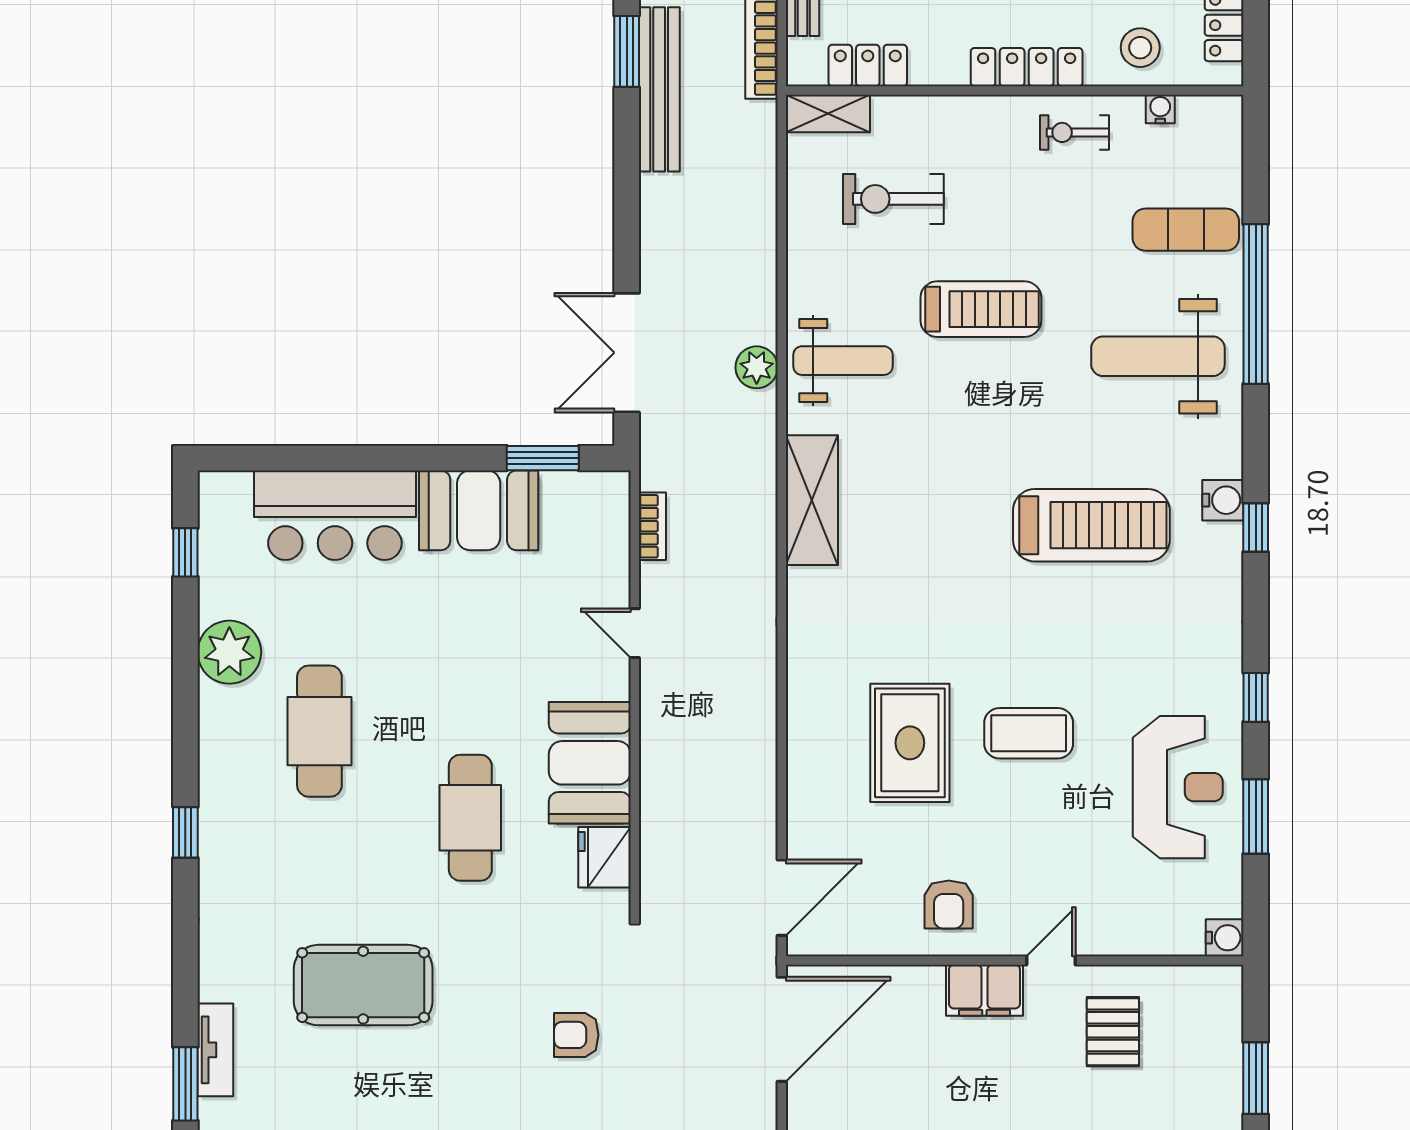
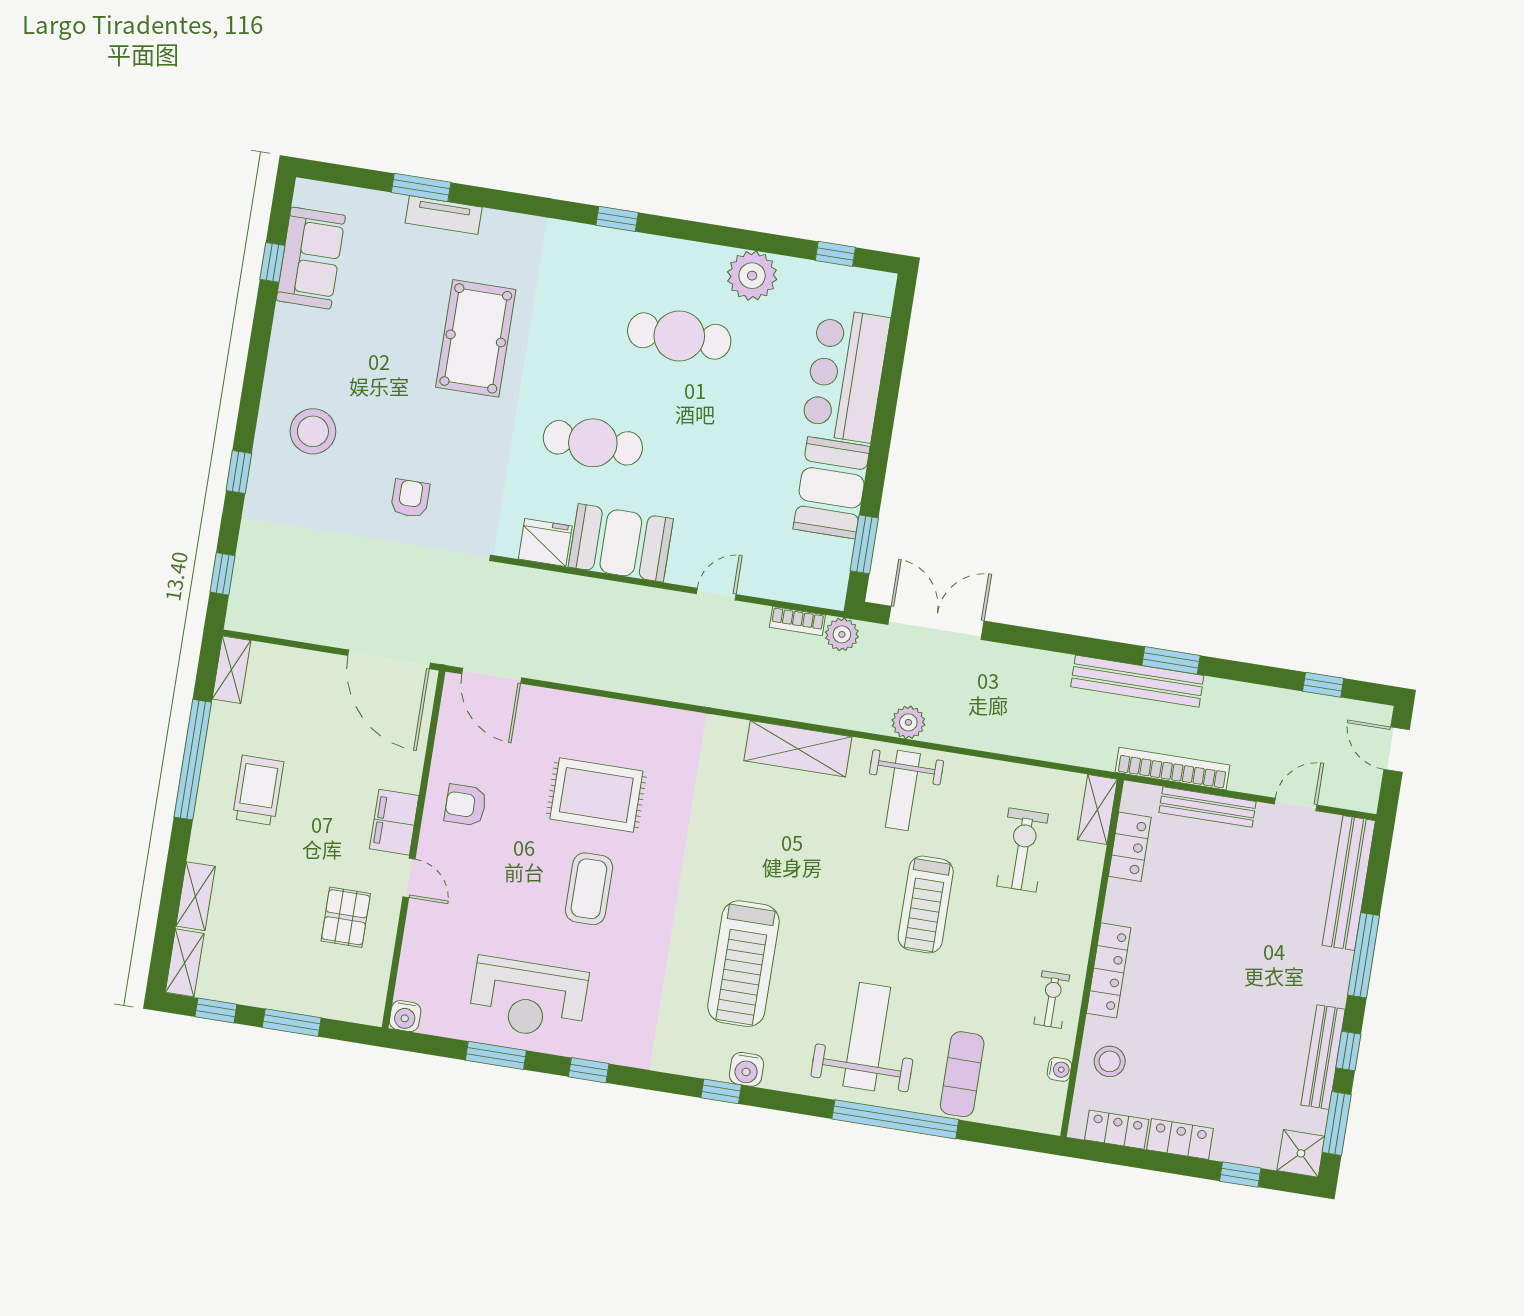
plant: (660, 468) -> (842, 634), added
pallet: (1113, 1032) -> (346, 917), turned 90

